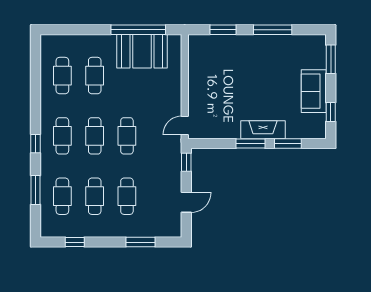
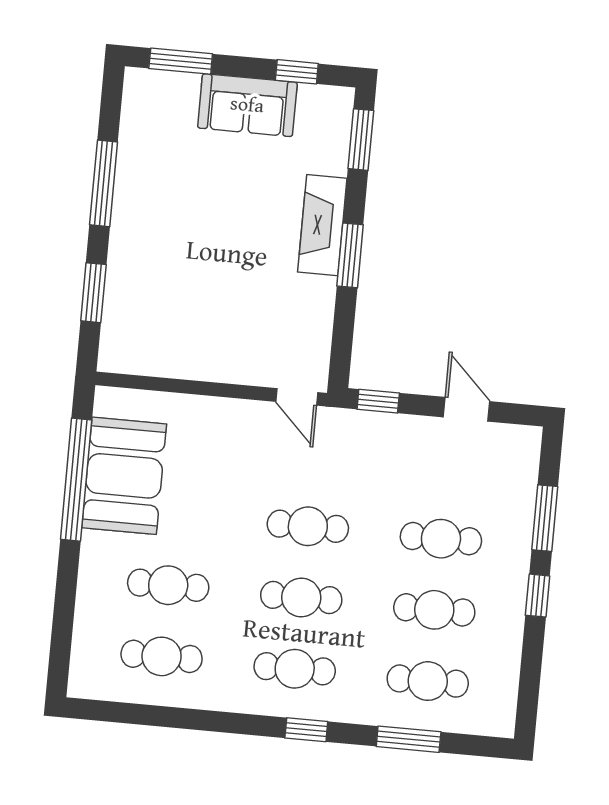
window: (288, 144) -> (361, 140), moved
window: (75, 242) -> (538, 596), moved

